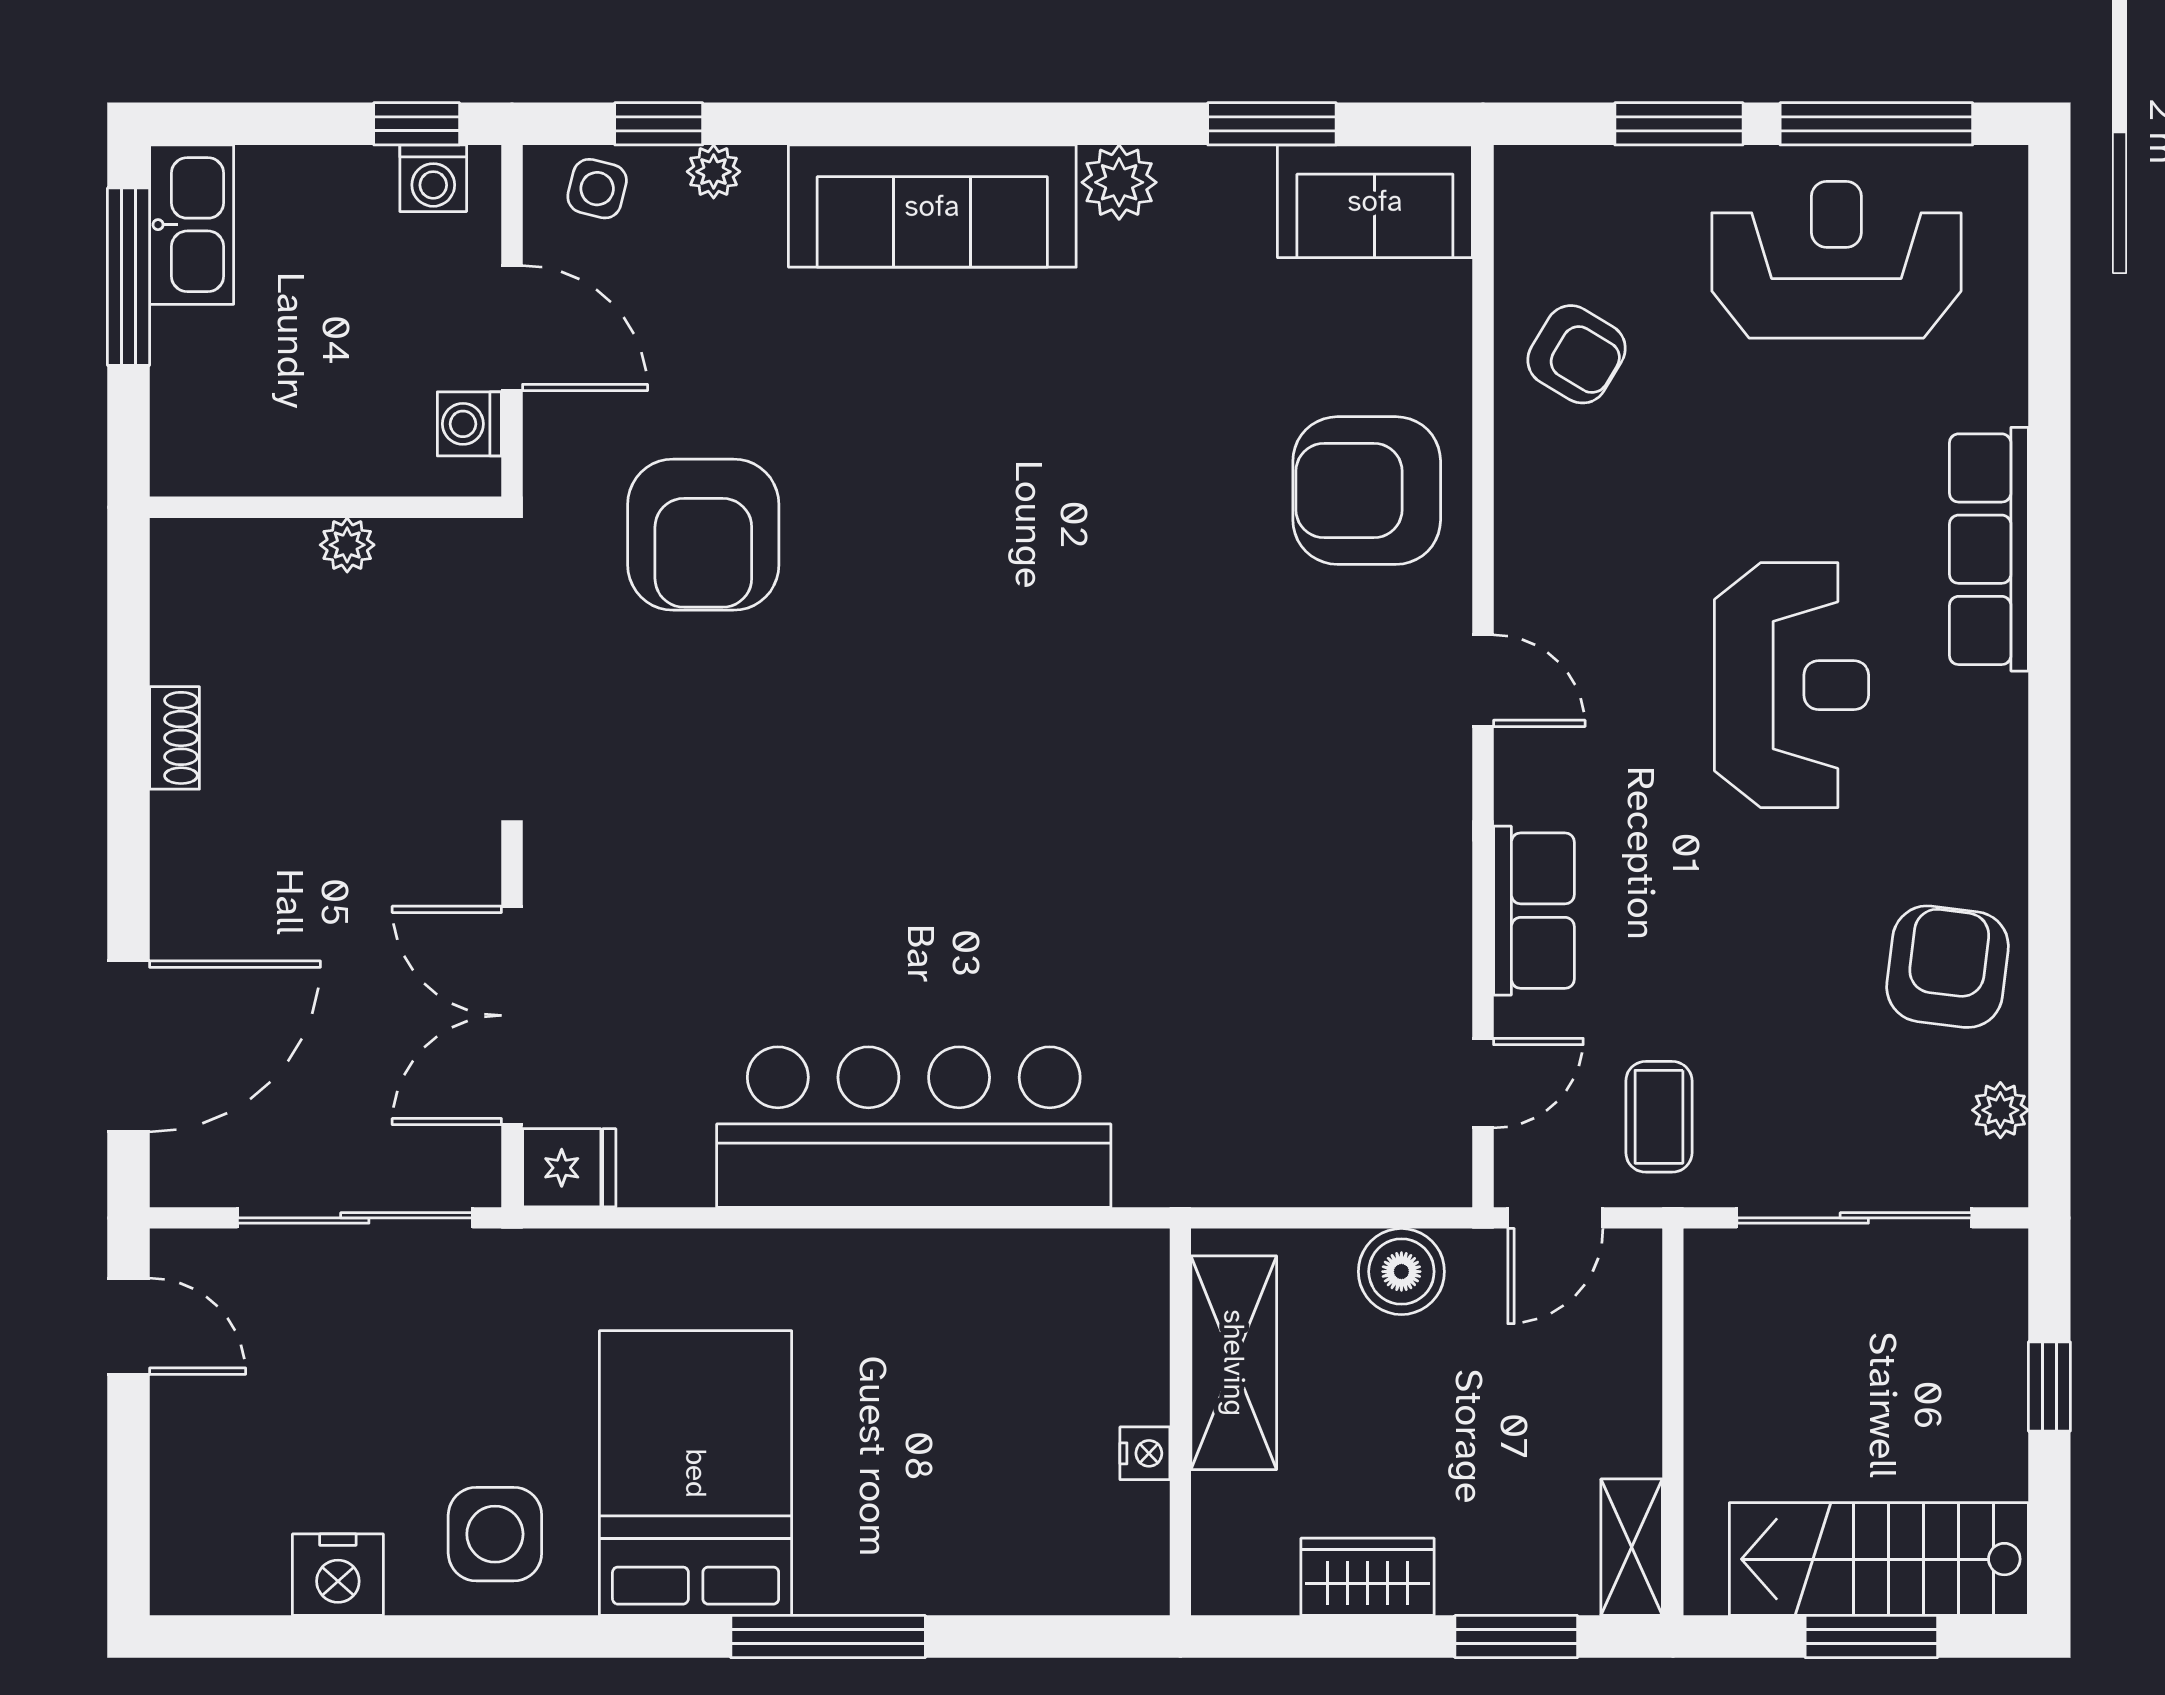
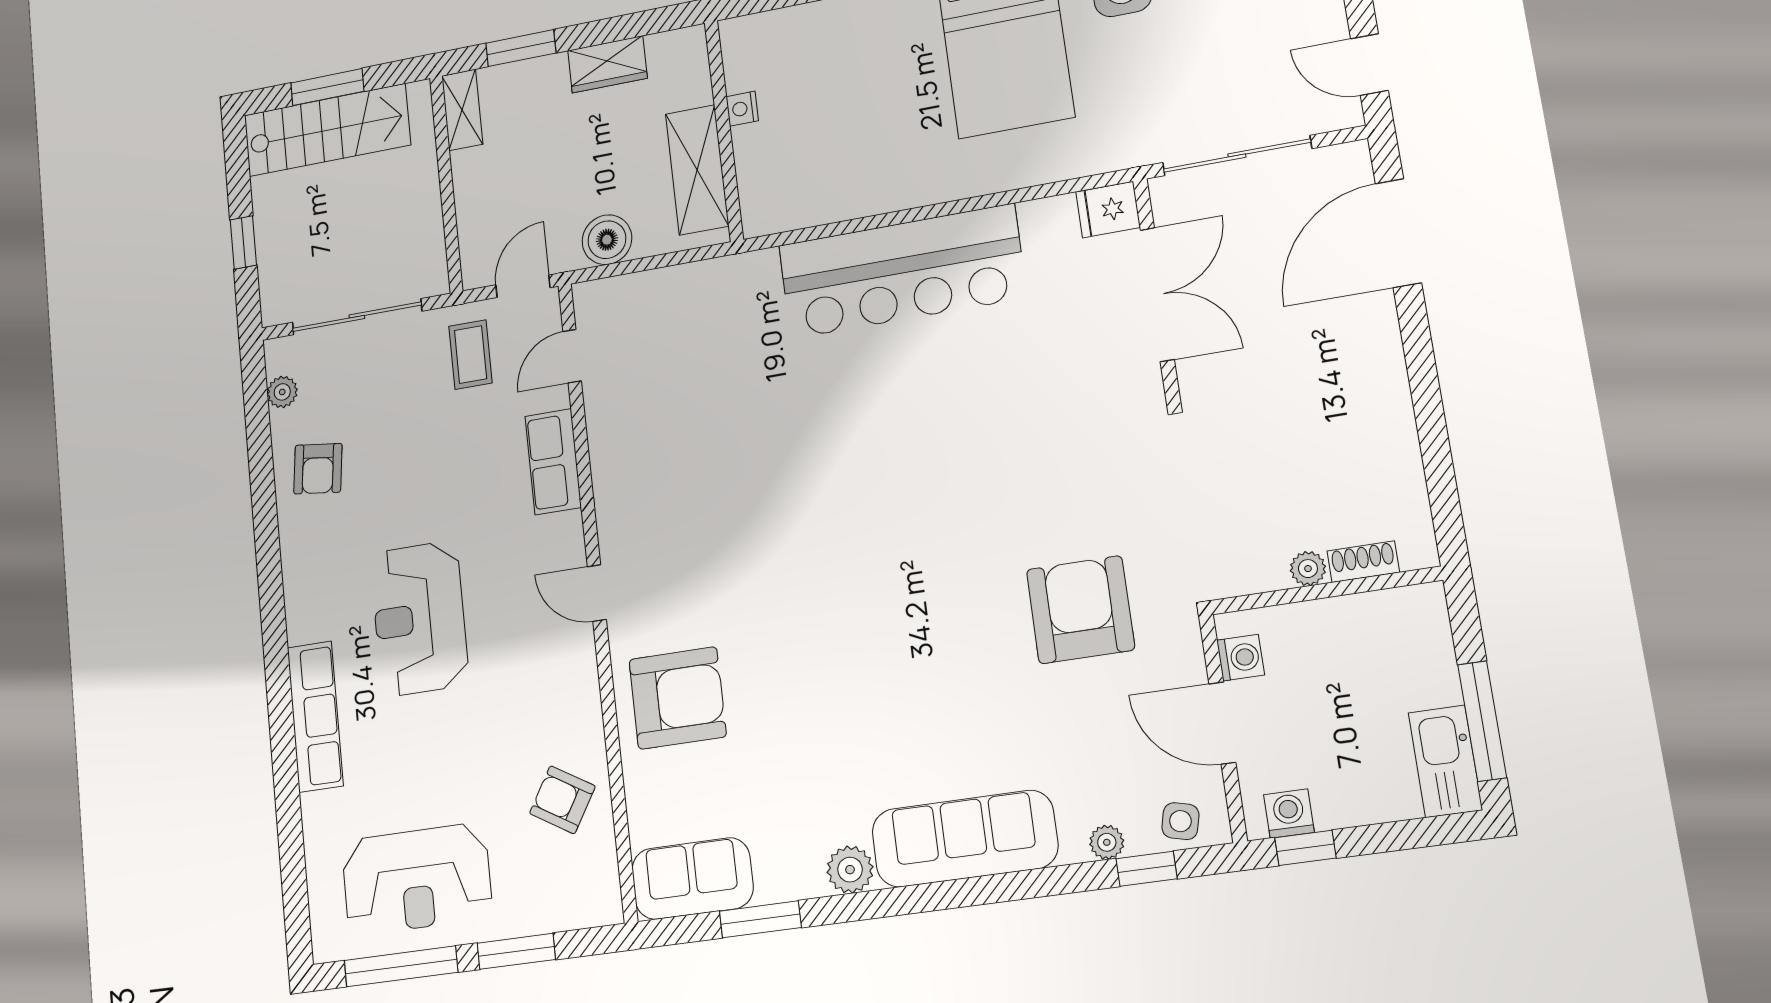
shoe rack: (174, 738) -> (1363, 562), moved, turned 90
armchair: (1948, 967) -> (318, 469), width x0.72, depth x0.72

